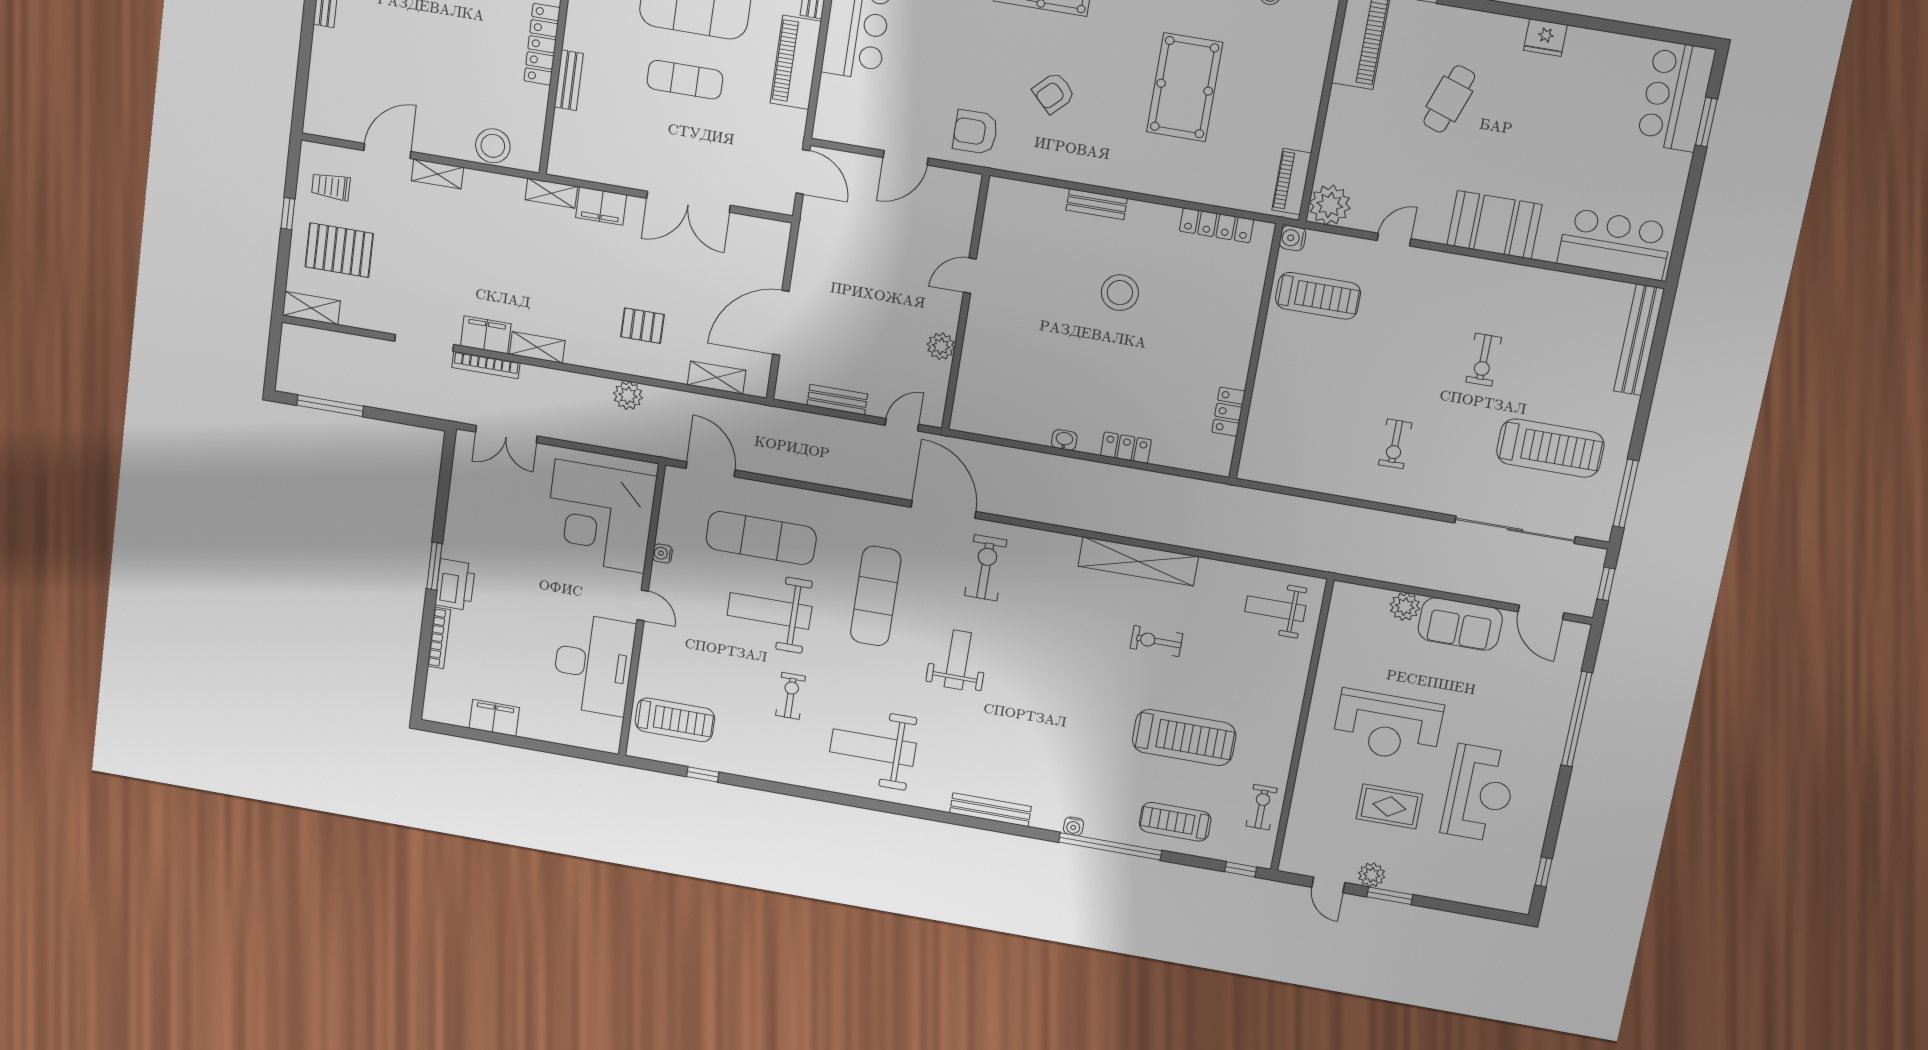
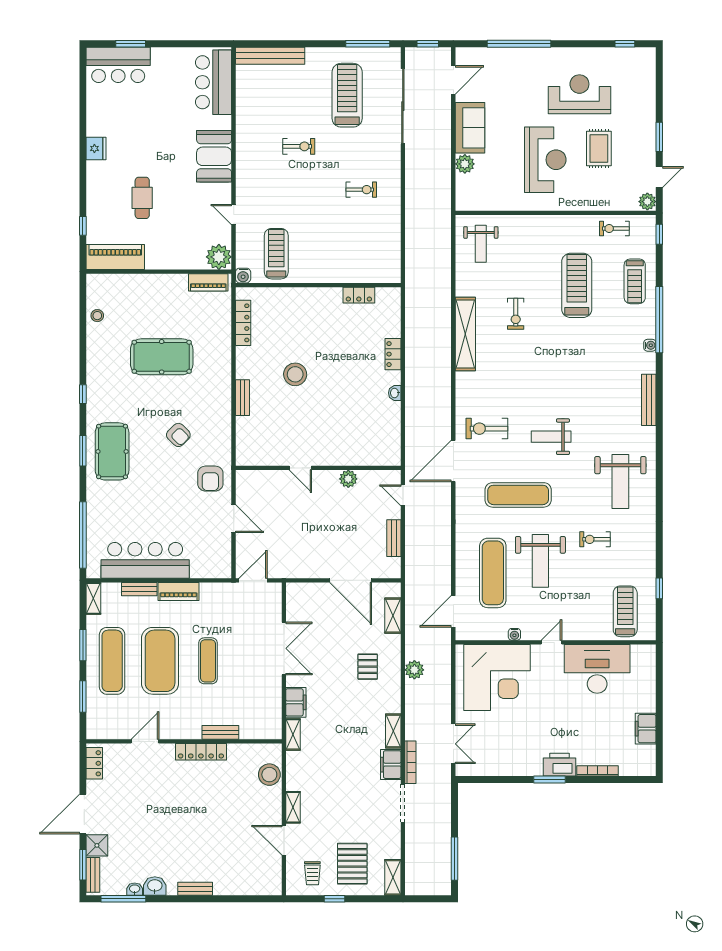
piano: (796, 62) -> (178, 591), width x0.73, depth x0.75
cafe table: (1449, 99) -> (142, 198), turned 71
plant: (1372, 875) -> (647, 202), moved

